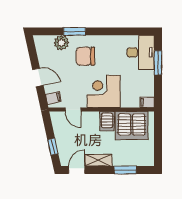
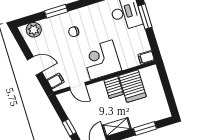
plant: (61, 43) -> (34, 30), moved
chair: (85, 56) -> (74, 32), width x0.54, depth x0.54
server rack: (132, 126) -> (132, 86), width x0.62

